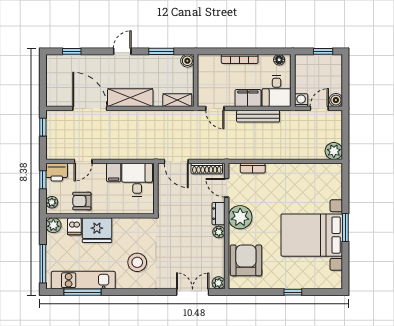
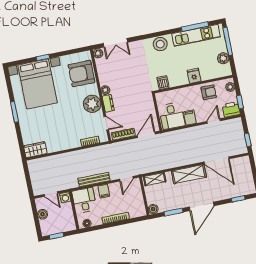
door: (122, 51) -> (202, 206), width x1.87
filing cabinet: (248, 98) -> (104, 191), width x0.50
boiler: (336, 100) -> (42, 214), moved
door: (215, 108) -> (126, 179), swing flipped
door: (319, 108) -> (51, 194), hinge flipped
plant: (334, 151) -> (34, 165), removed
door: (176, 161) -> (146, 135), hinge flipped
wardrobe: (328, 172) -> (35, 150), added
plant: (53, 225) -> (223, 58), moved
dishwasher: (74, 226) -> (163, 83), moved
fridge: (97, 230) -> (194, 76), width x0.53, depth x0.75
bed with nightstands: (312, 235) -> (38, 84), moved, turned 90
armchair: (246, 260) -> (81, 74), turned 90
stool: (137, 262) -> (160, 44), moved

